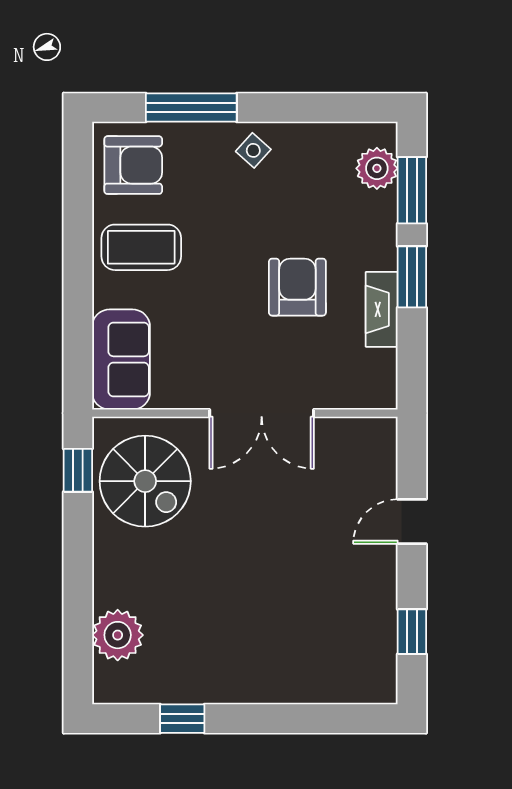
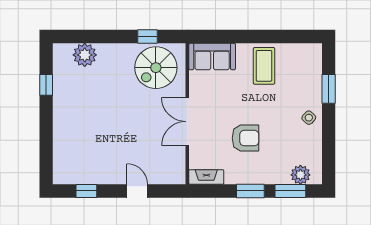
window: (191, 107) -> (329, 89), width x0.69
armchair: (133, 165) -> (302, 62), removed
fireplace: (382, 309) -> (206, 177), moved
window: (78, 470) -> (148, 37), moved

